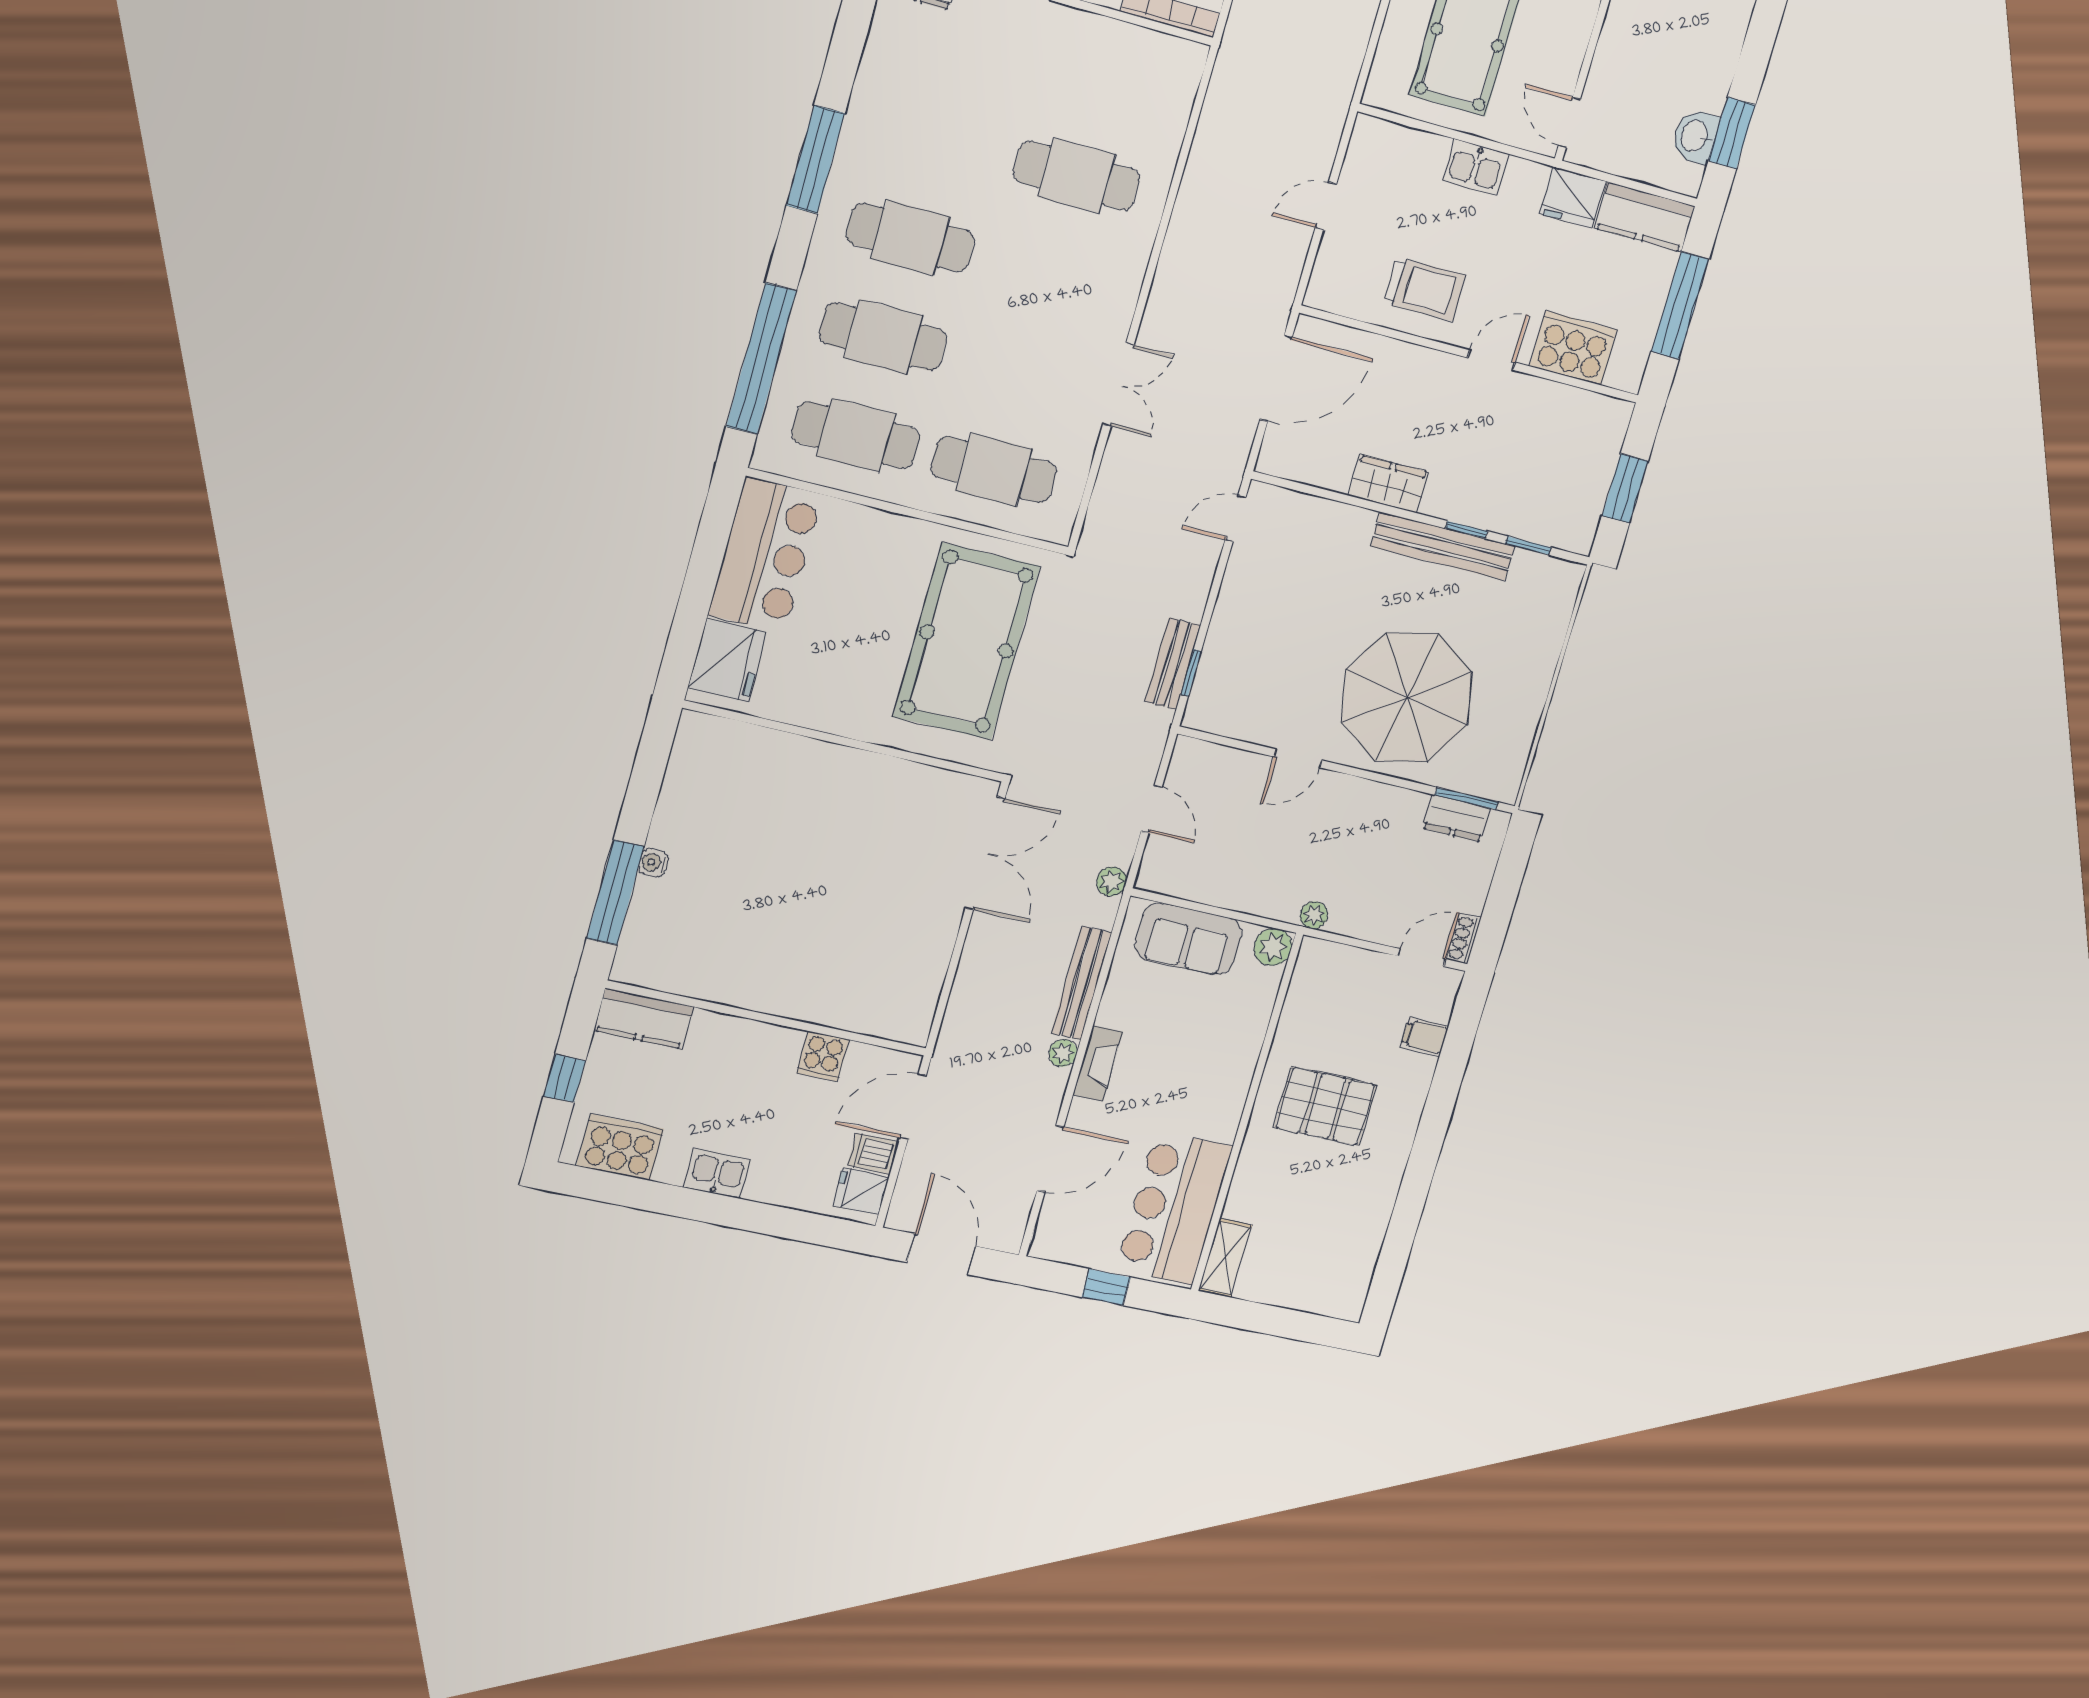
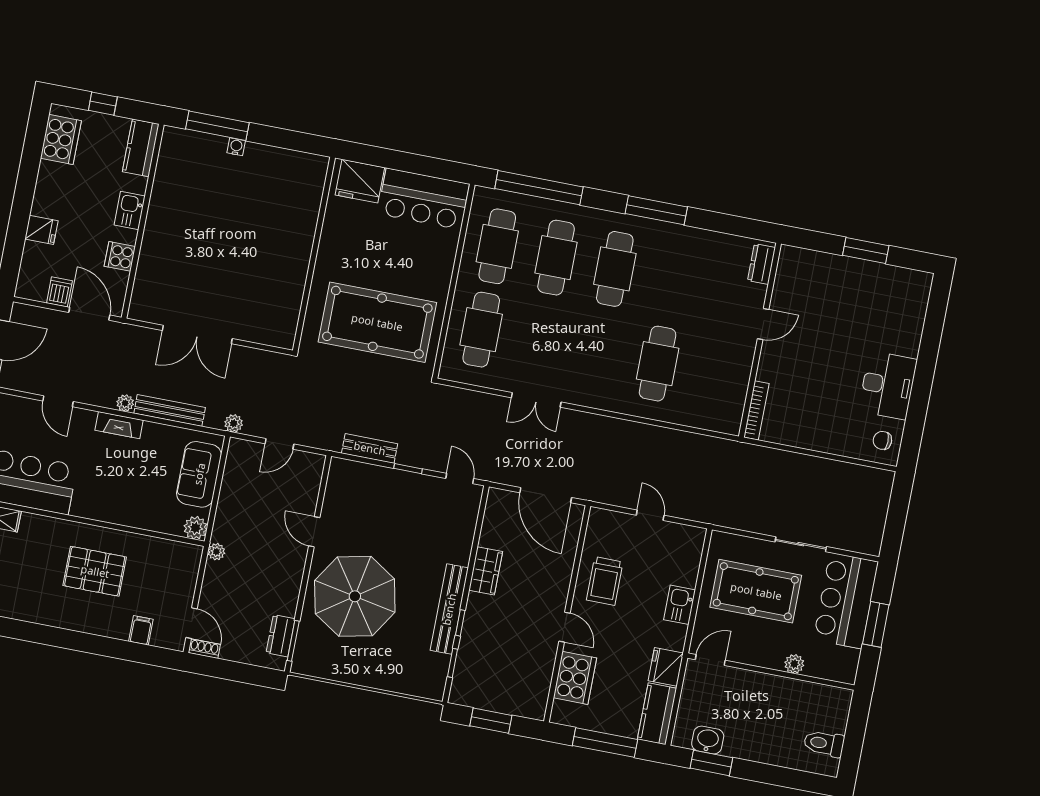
window: (1191, 673) -> (408, 469), moved
double door: (985, 853) -> (197, 335), moved
pallet: (1325, 1106) -> (95, 571), turned 90
door: (1050, 1159) -> (58, 401), width x0.73
kitchen sink: (717, 1174) -> (130, 210), moved, turned 180
fridge: (861, 1191) -> (41, 230), moved, turned 90

